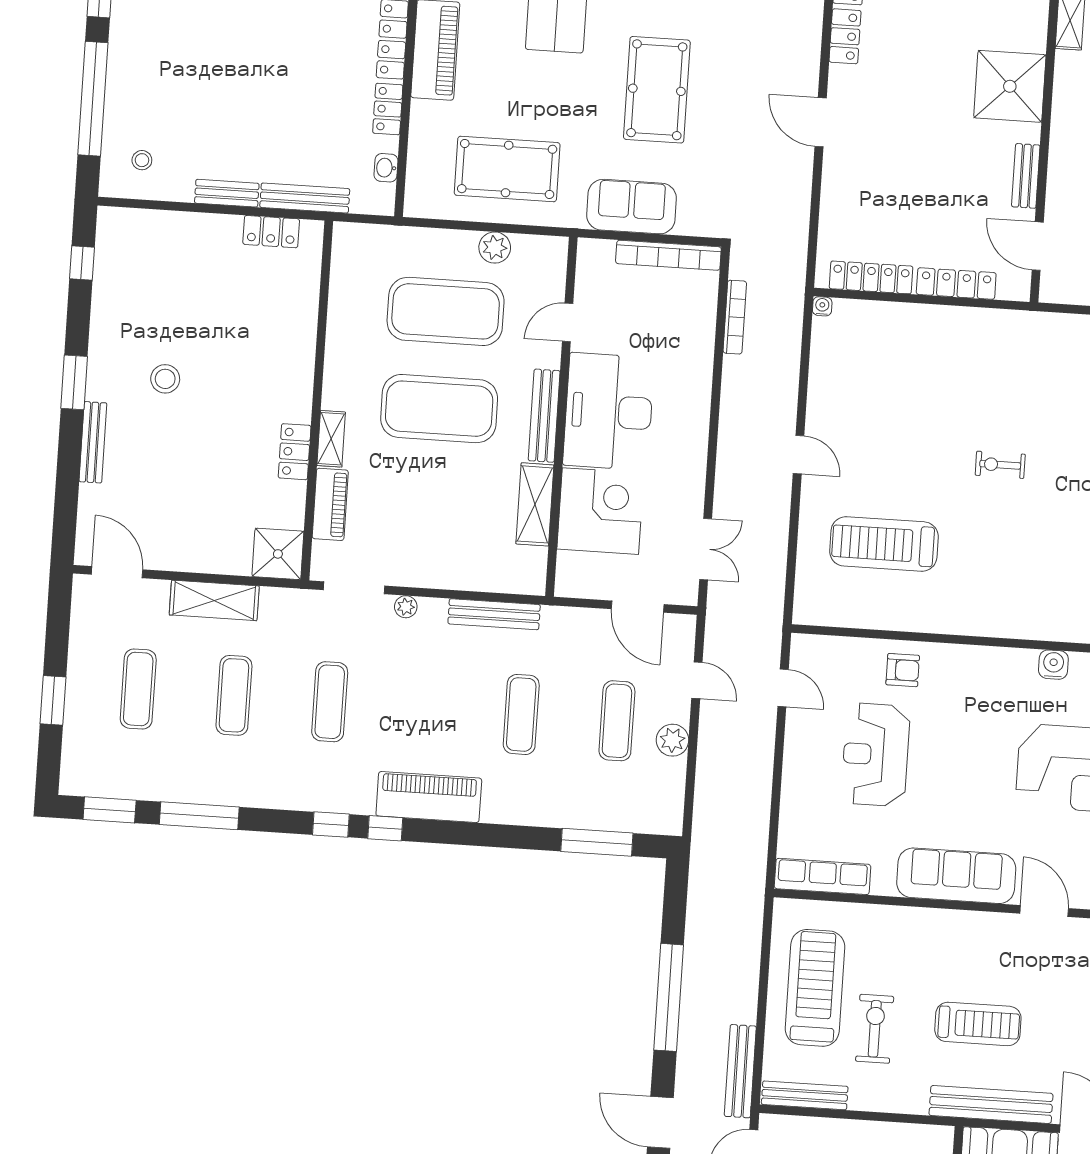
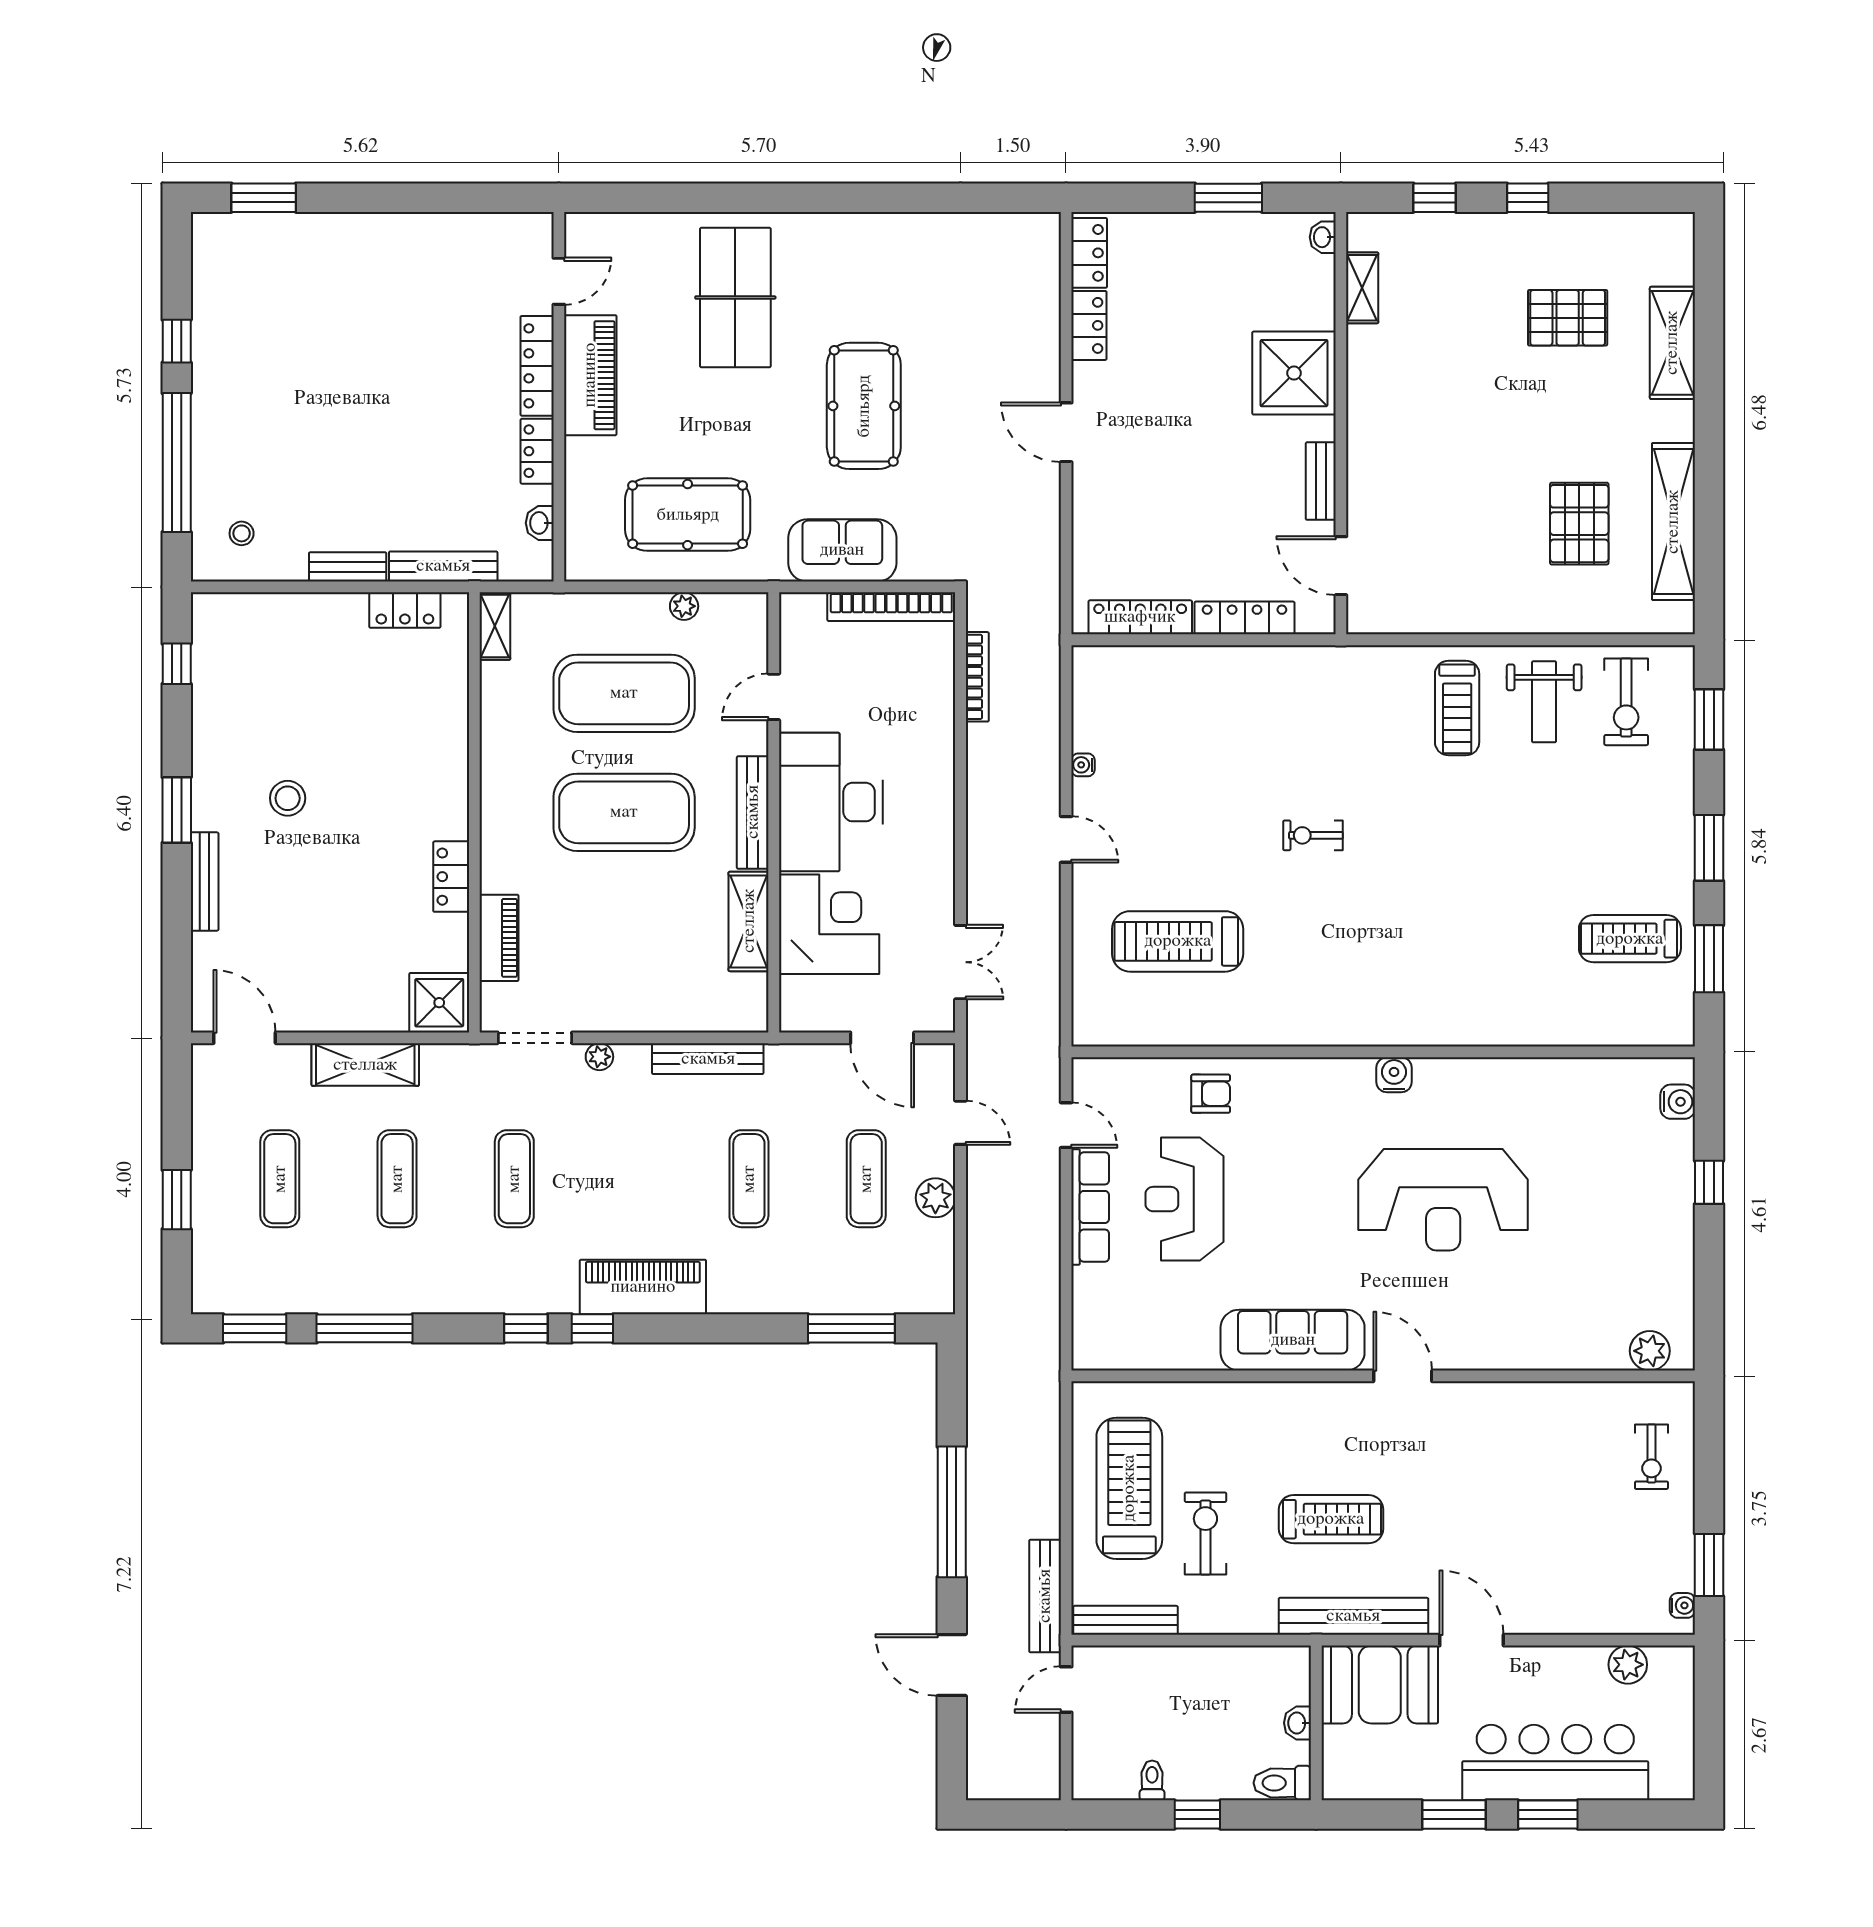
plant: (495, 248) -> (684, 606), width x0.73, depth x0.73
water cooler: (822, 306) -> (1083, 765), moved, turned -90
shelving: (331, 439) -> (495, 626), moved
row of seats: (823, 876) -> (1090, 1207), moved, turned 90

